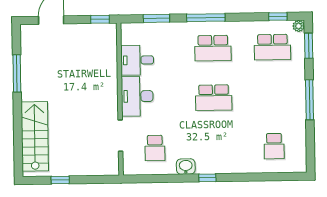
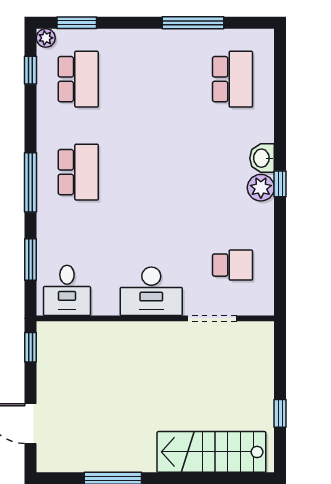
desk: (137, 60) -> (67, 290), moved
school desk: (214, 98) -> (155, 172), removed
window: (310, 100) -> (193, 23), moved
school desk: (274, 146) -> (232, 79), width x1.85
plant: (205, 165) -> (261, 188), added
washbasin: (186, 167) -> (262, 158), moved

